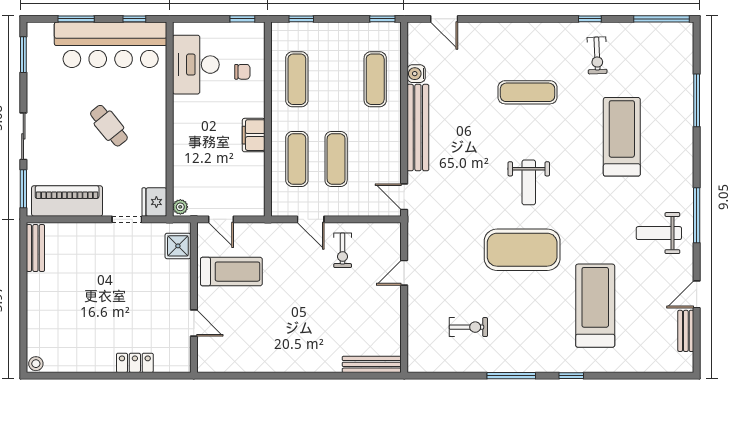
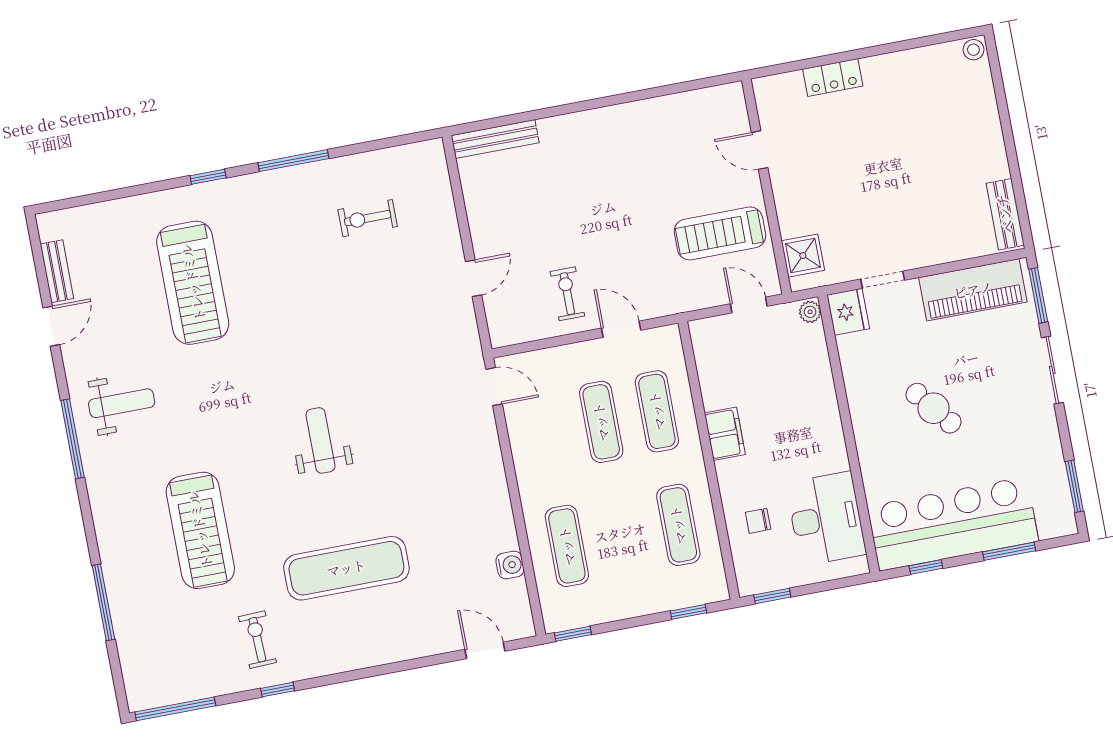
exercise mat: (528, 92) -> (346, 568), width x1.36, depth x1.45
bench: (418, 128) -> (493, 489), removed
exercise mat: (522, 250) -> (312, 343), removed

